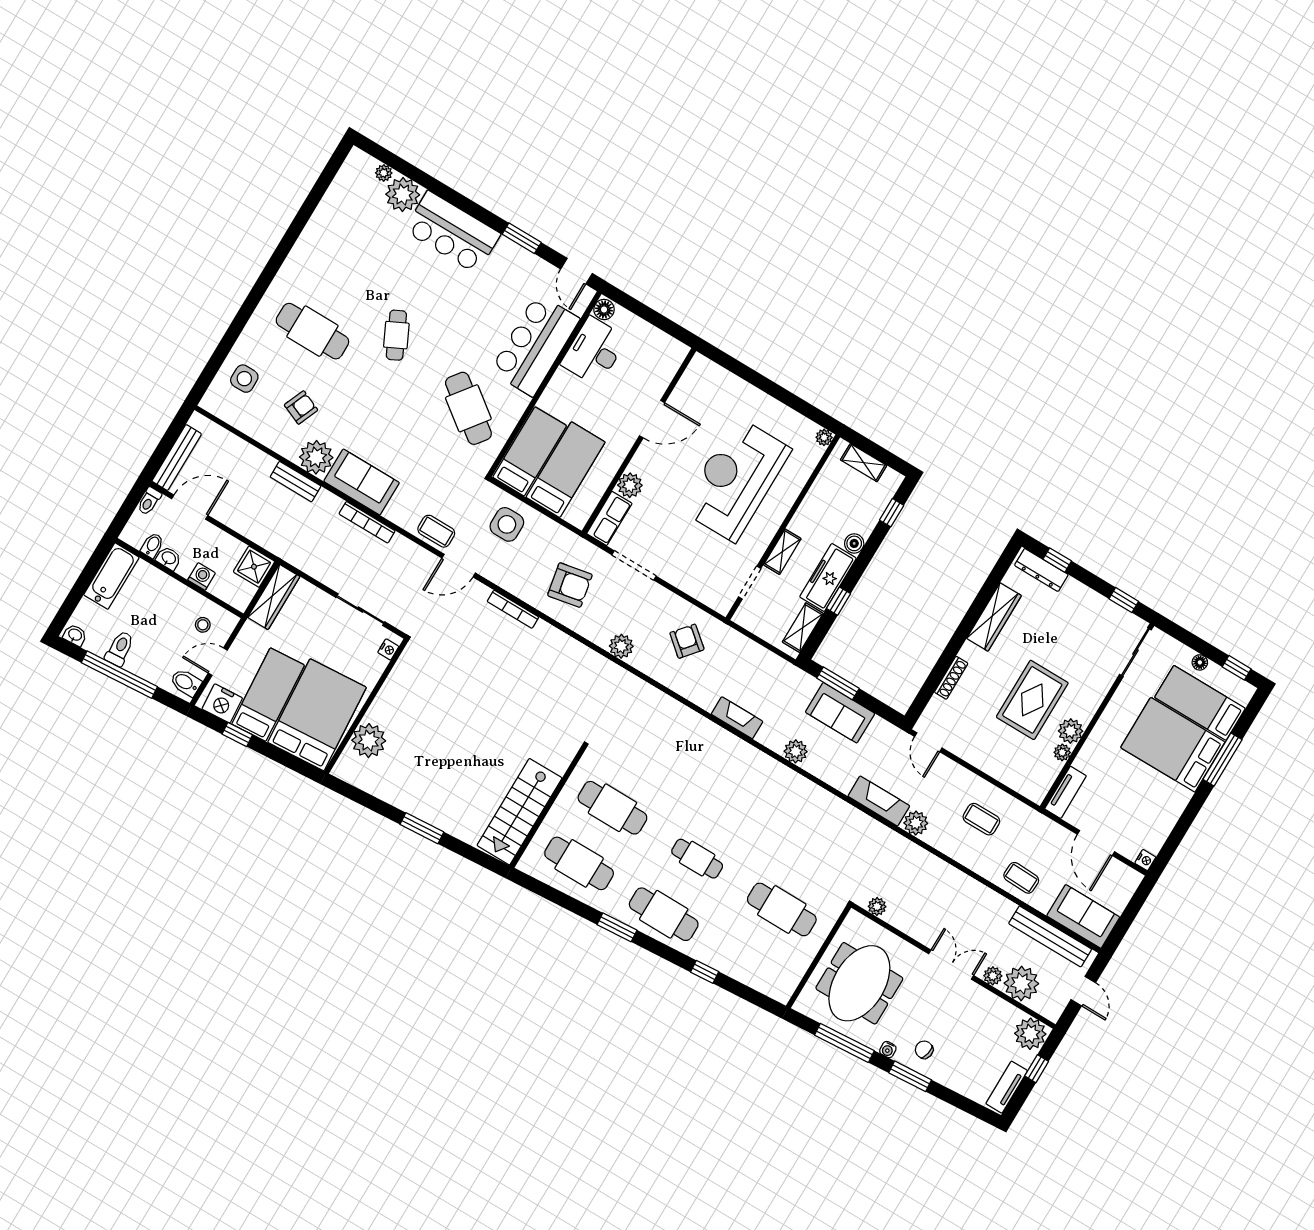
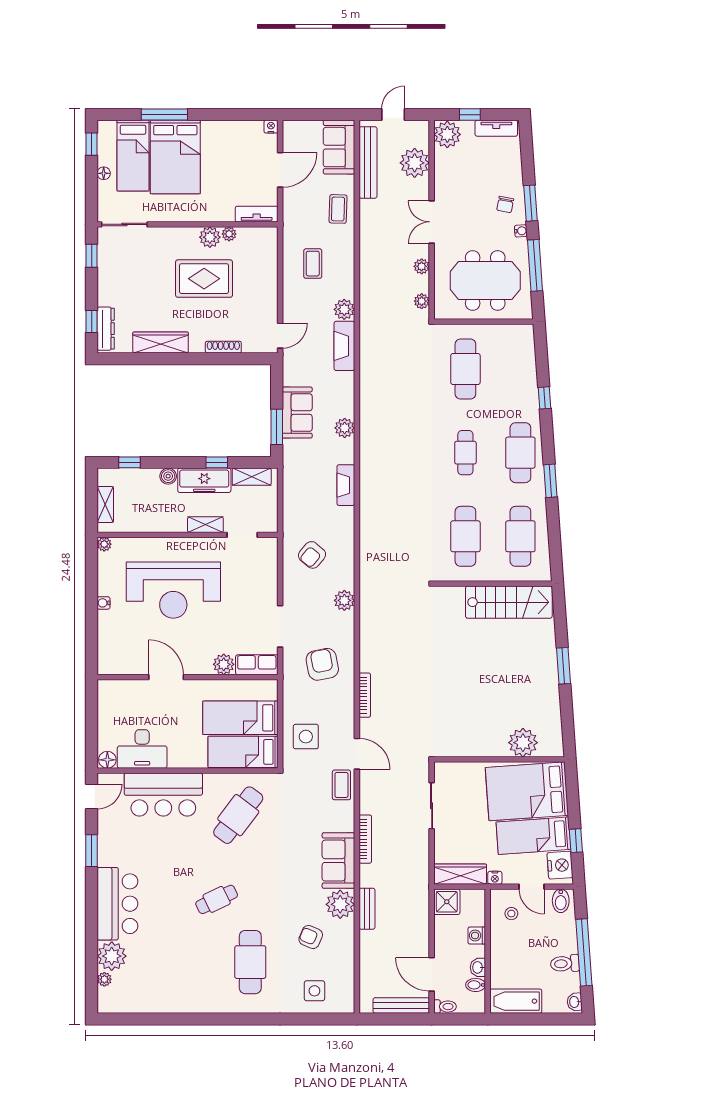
water cooler: (765, 401) -> (104, 603), added
nightstand: (388, 649) -> (495, 878), moved, turned 180
plant: (993, 976) -> (422, 266), moved

